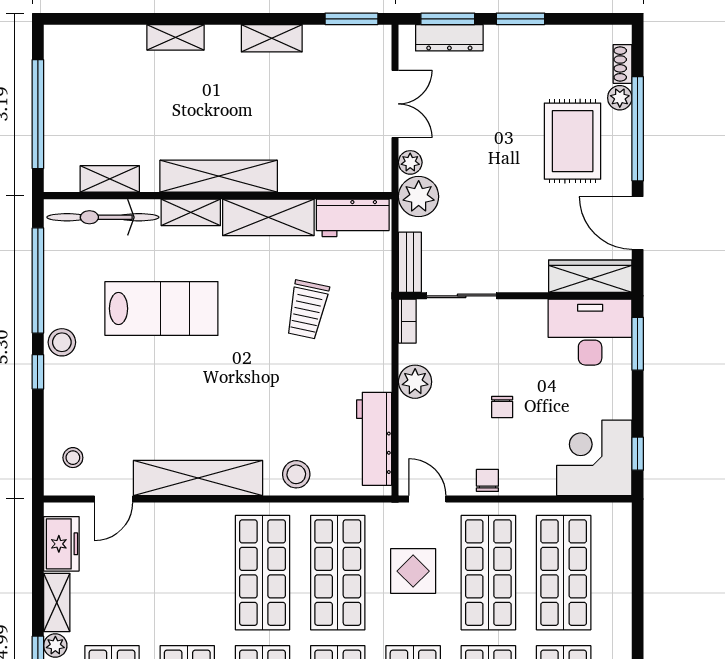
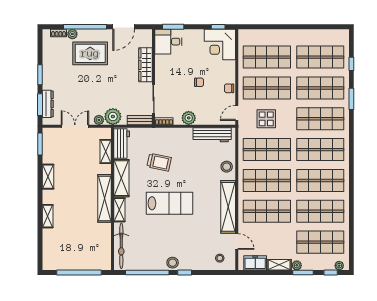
shelving: (110, 179) -> (106, 151), moved
wardrobe: (590, 276) -> (145, 65), moved
lab bench: (161, 309) -> (170, 203), moved, turned 90
desk: (590, 332) -> (168, 42), width x0.73
shop shelf: (187, 573) -> (267, 211), added

